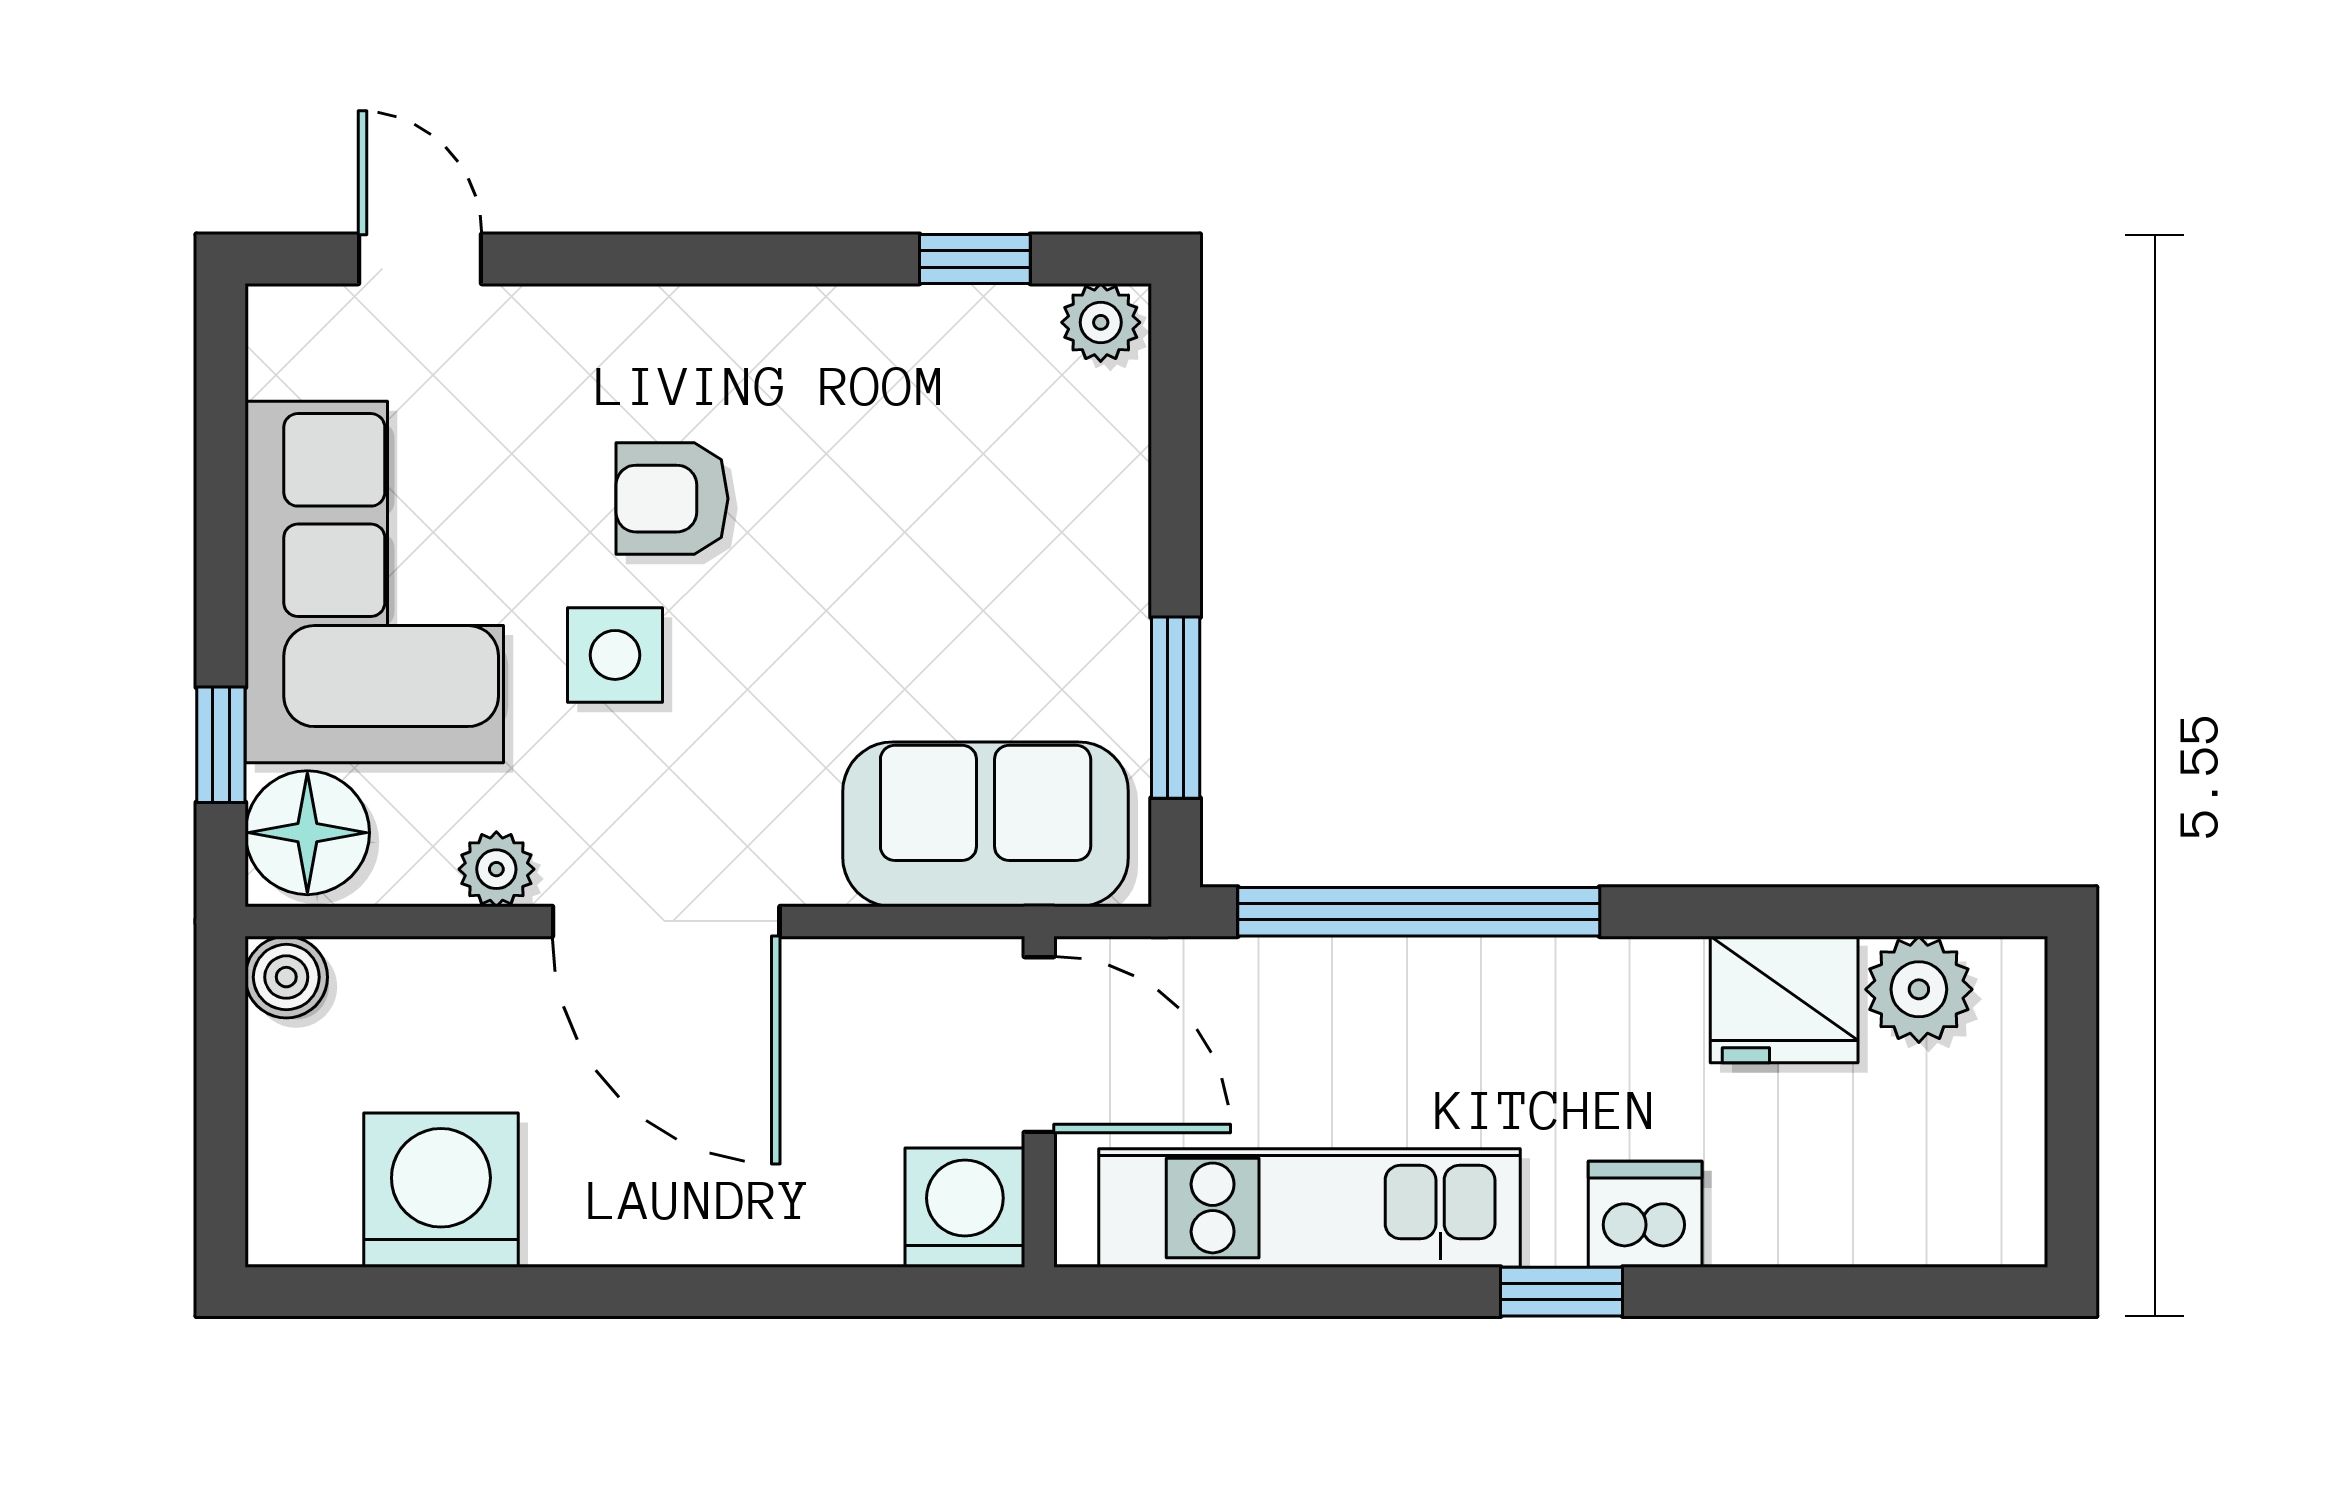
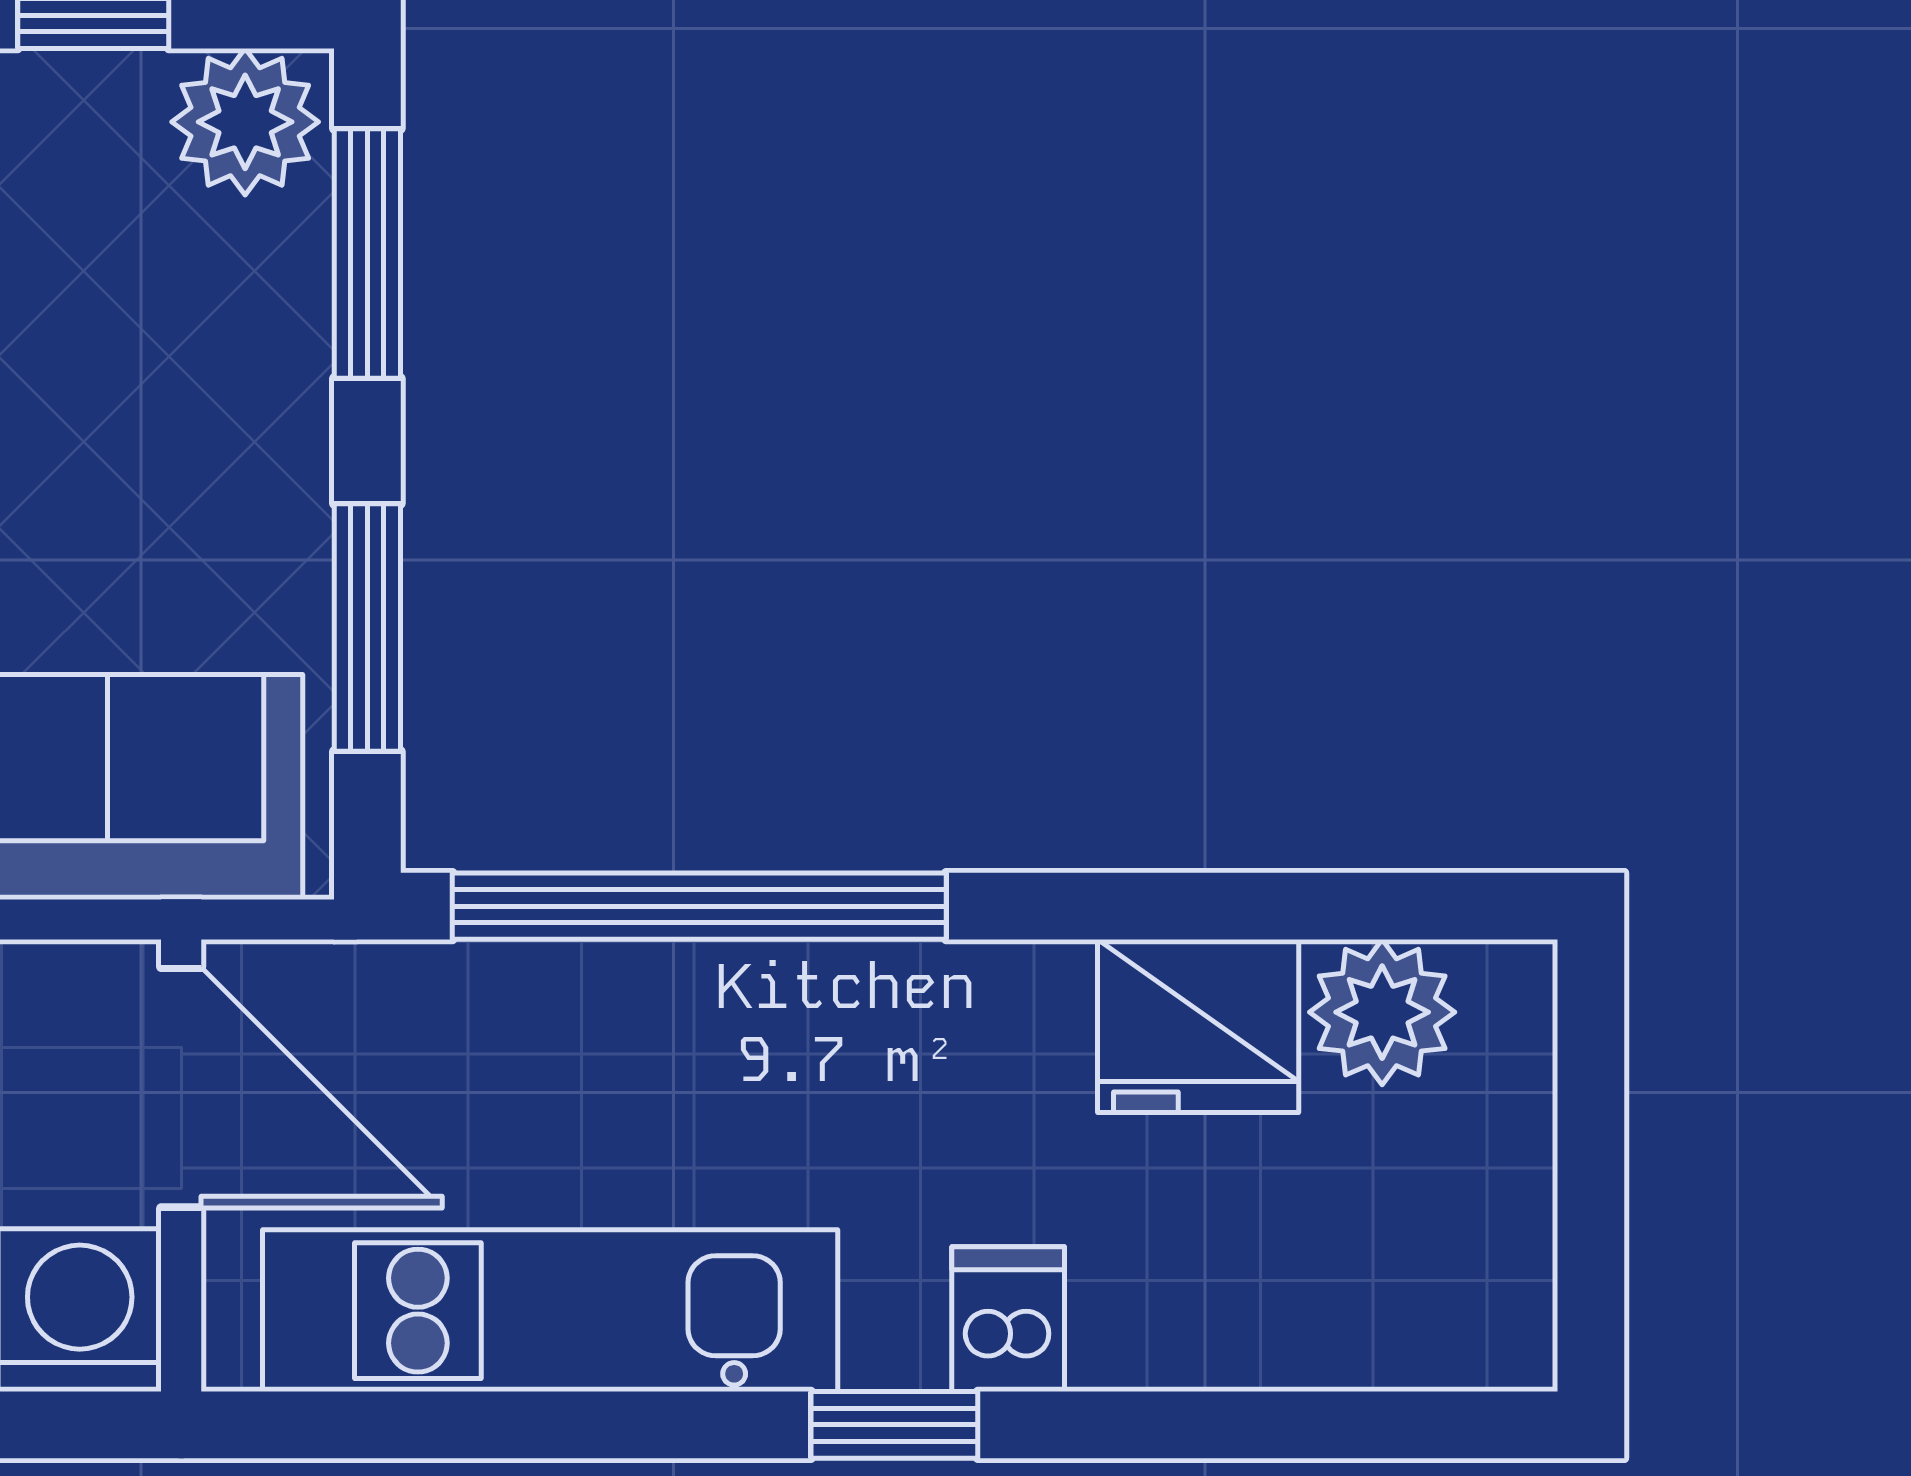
plant: (1101, 322) -> (245, 122), width x1.38, depth x1.38
window: (1176, 434) -> (367, 253), added
dishwasher: (1645, 1214) -> (1008, 1319), width x0.73

